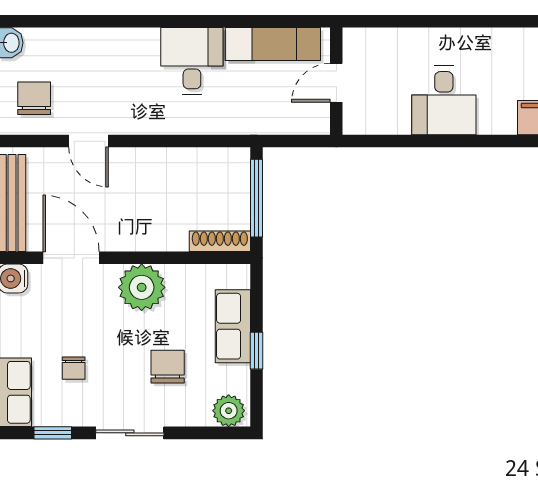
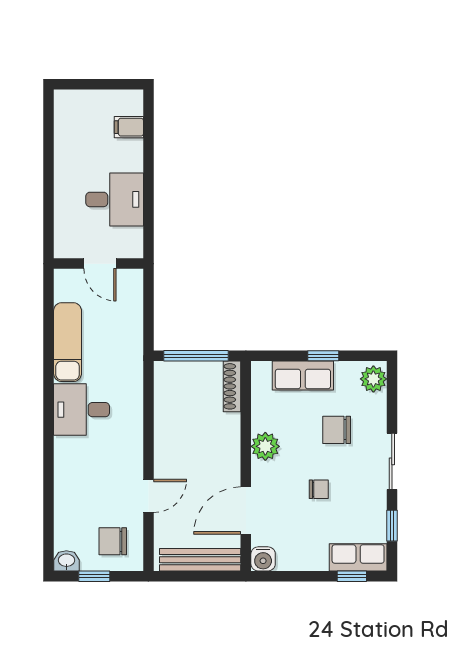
wall: (336, 81) -> (99, 264), moved
door: (336, 83) -> (100, 264), moved
plant: (142, 287) -> (265, 446), width x0.73, depth x0.73
chair: (74, 368) -> (319, 489), moved

